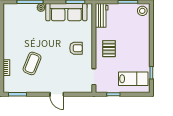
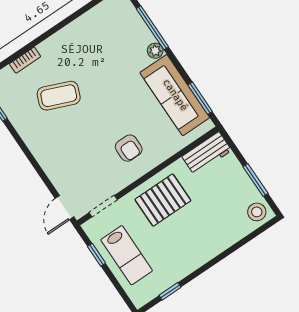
pallet: (109, 49) -> (163, 200), width x1.50, depth x1.42
lab bench: (133, 79) -> (127, 255), moved
door: (57, 94) -> (65, 208), moved

